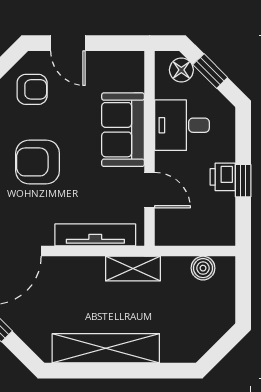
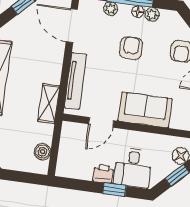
desk: (182, 125) -> (133, 168), moved, turned 180
armchair: (38, 162) -> (131, 48), width x0.72, depth x0.72
window: (243, 181) -> (115, 190), moved

